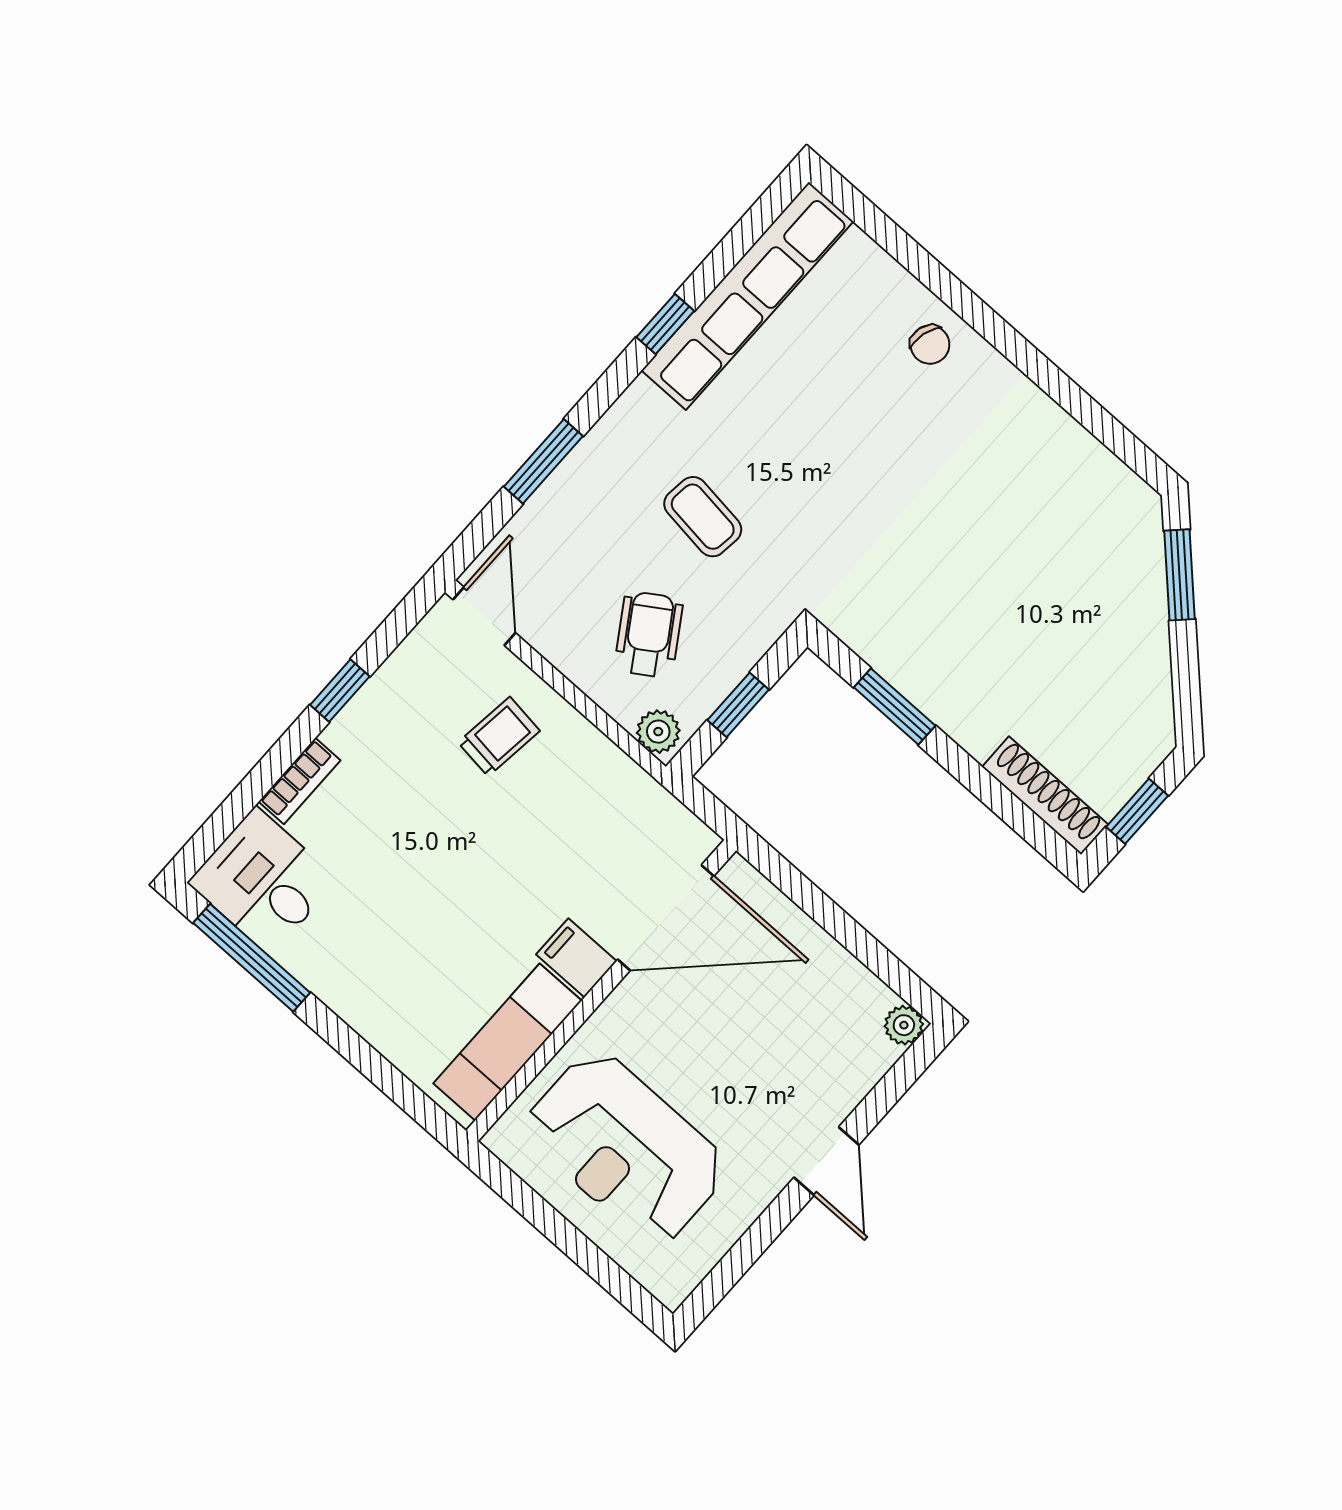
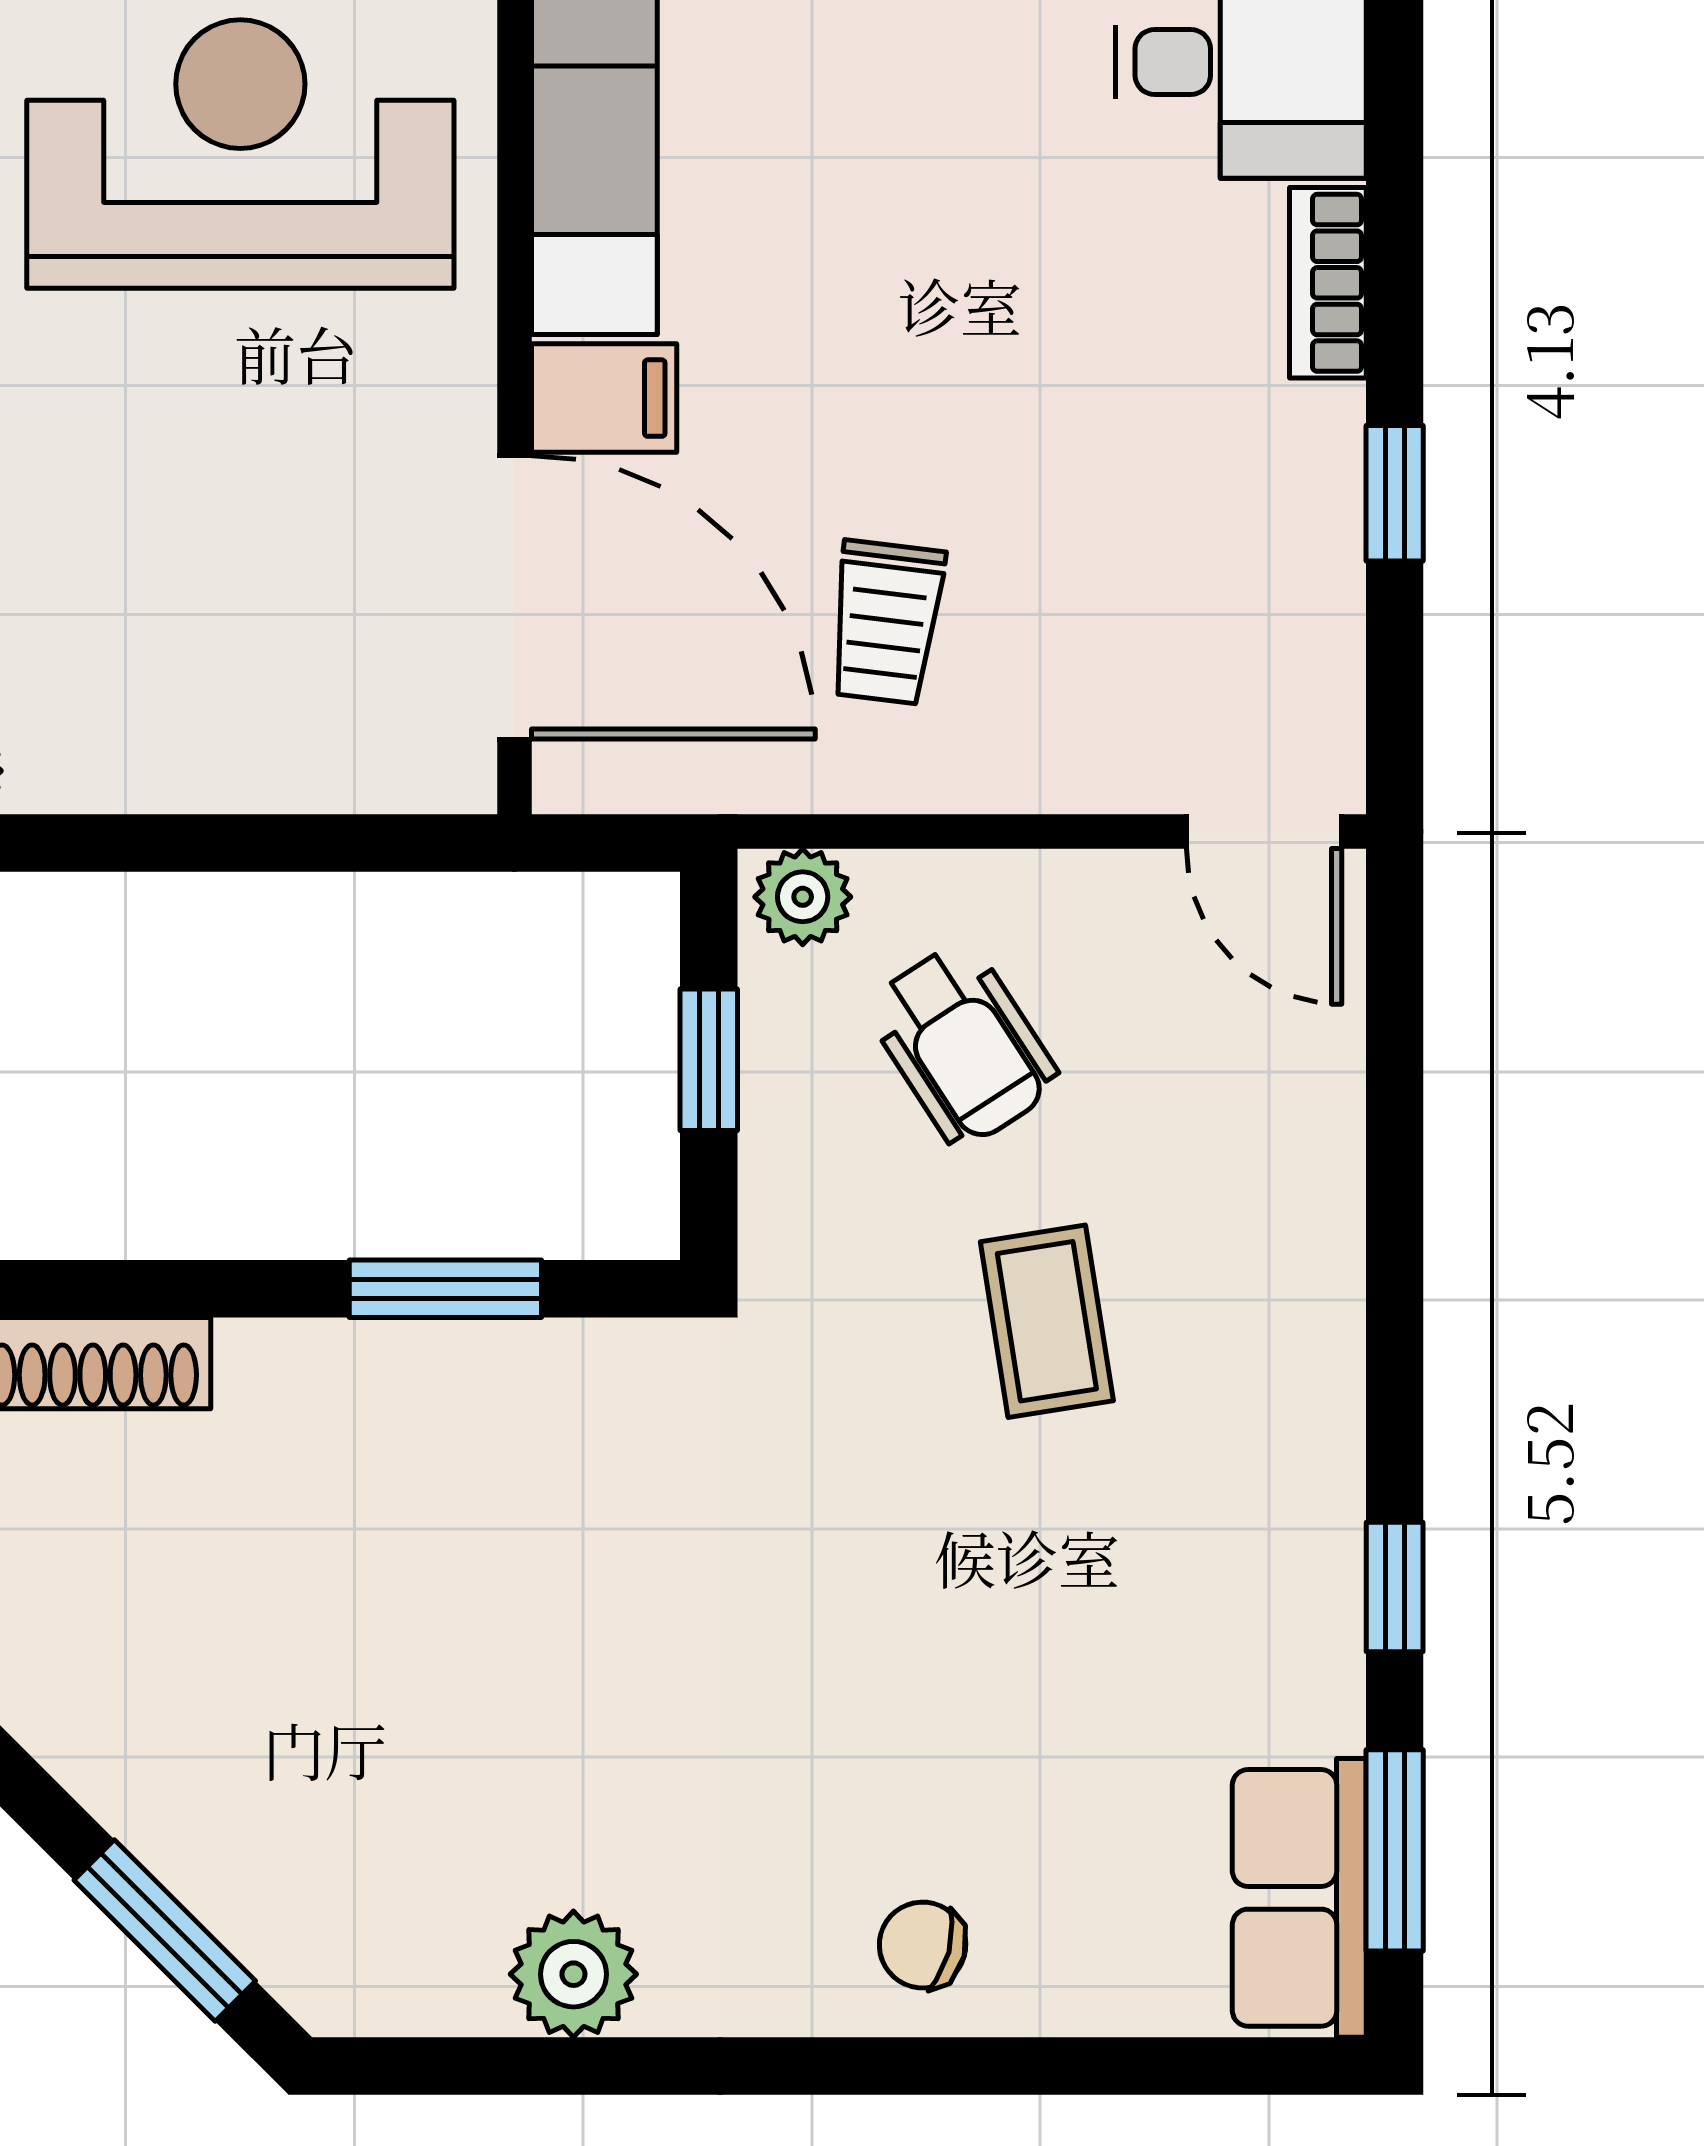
row of seats: (747, 296) -> (1299, 1898), width x0.50
plant: (1056, 439) -> (573, 1974), added
window: (543, 461) -> (1395, 1850), moved
coffee table: (703, 517) -> (1047, 1321), turned 74
trolley: (499, 737) -> (886, 622), moved
door: (666, 918) -> (514, 597), swing flipped

